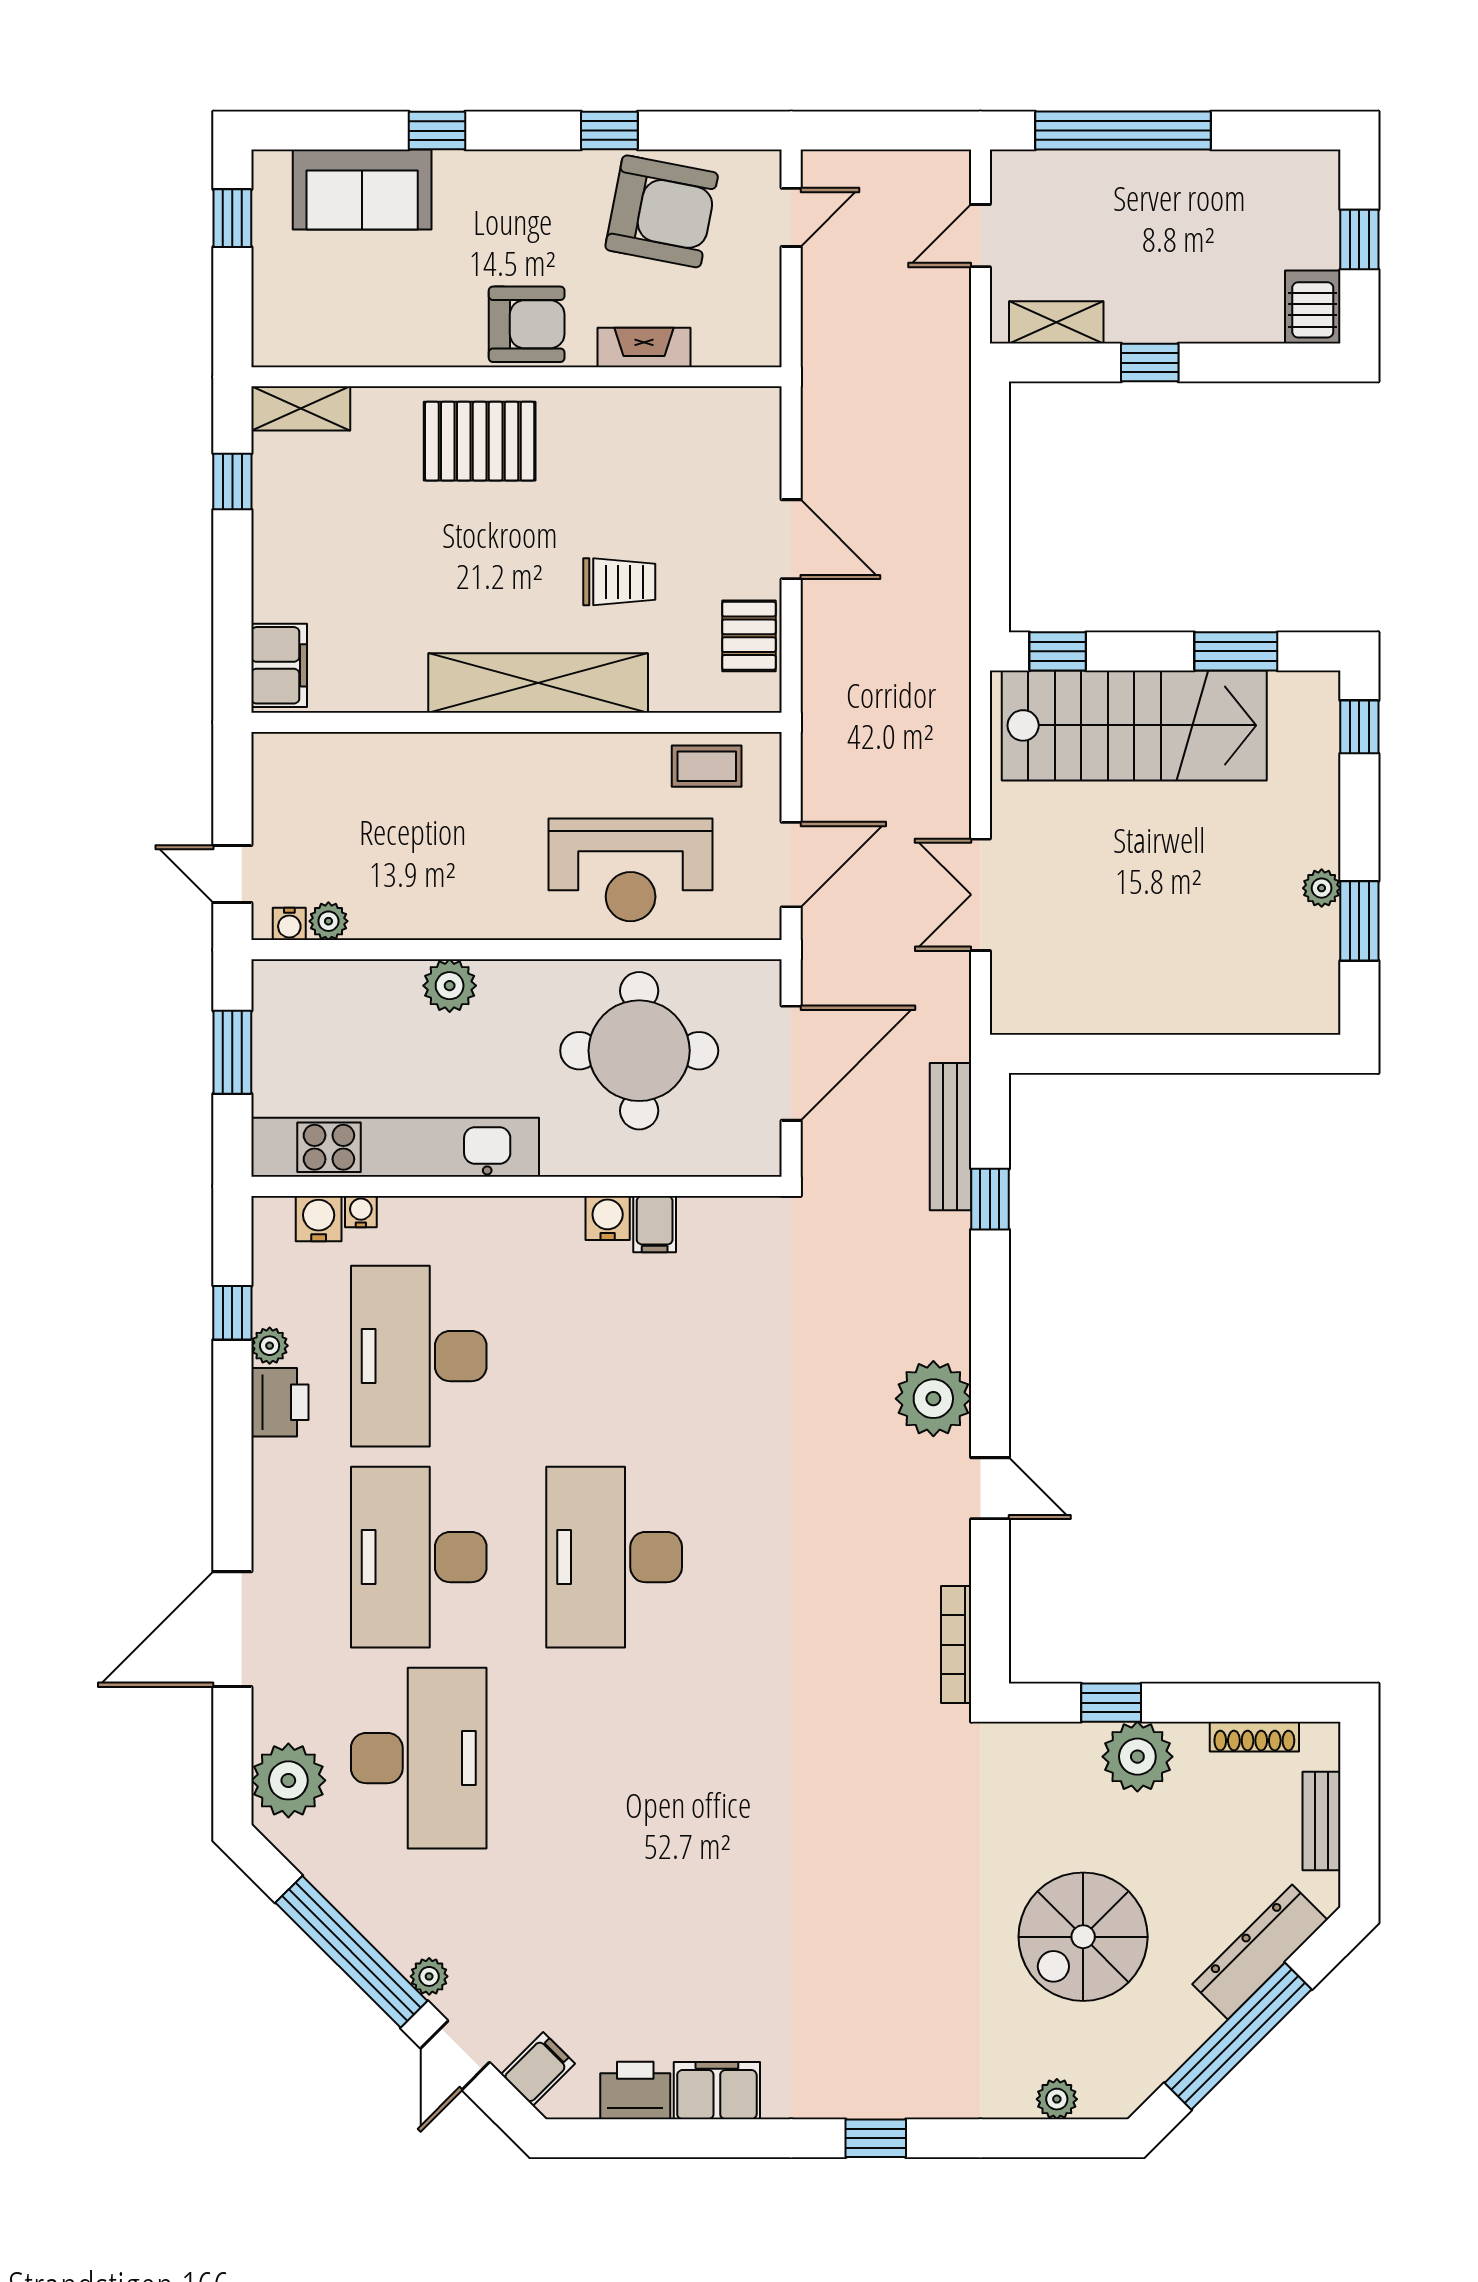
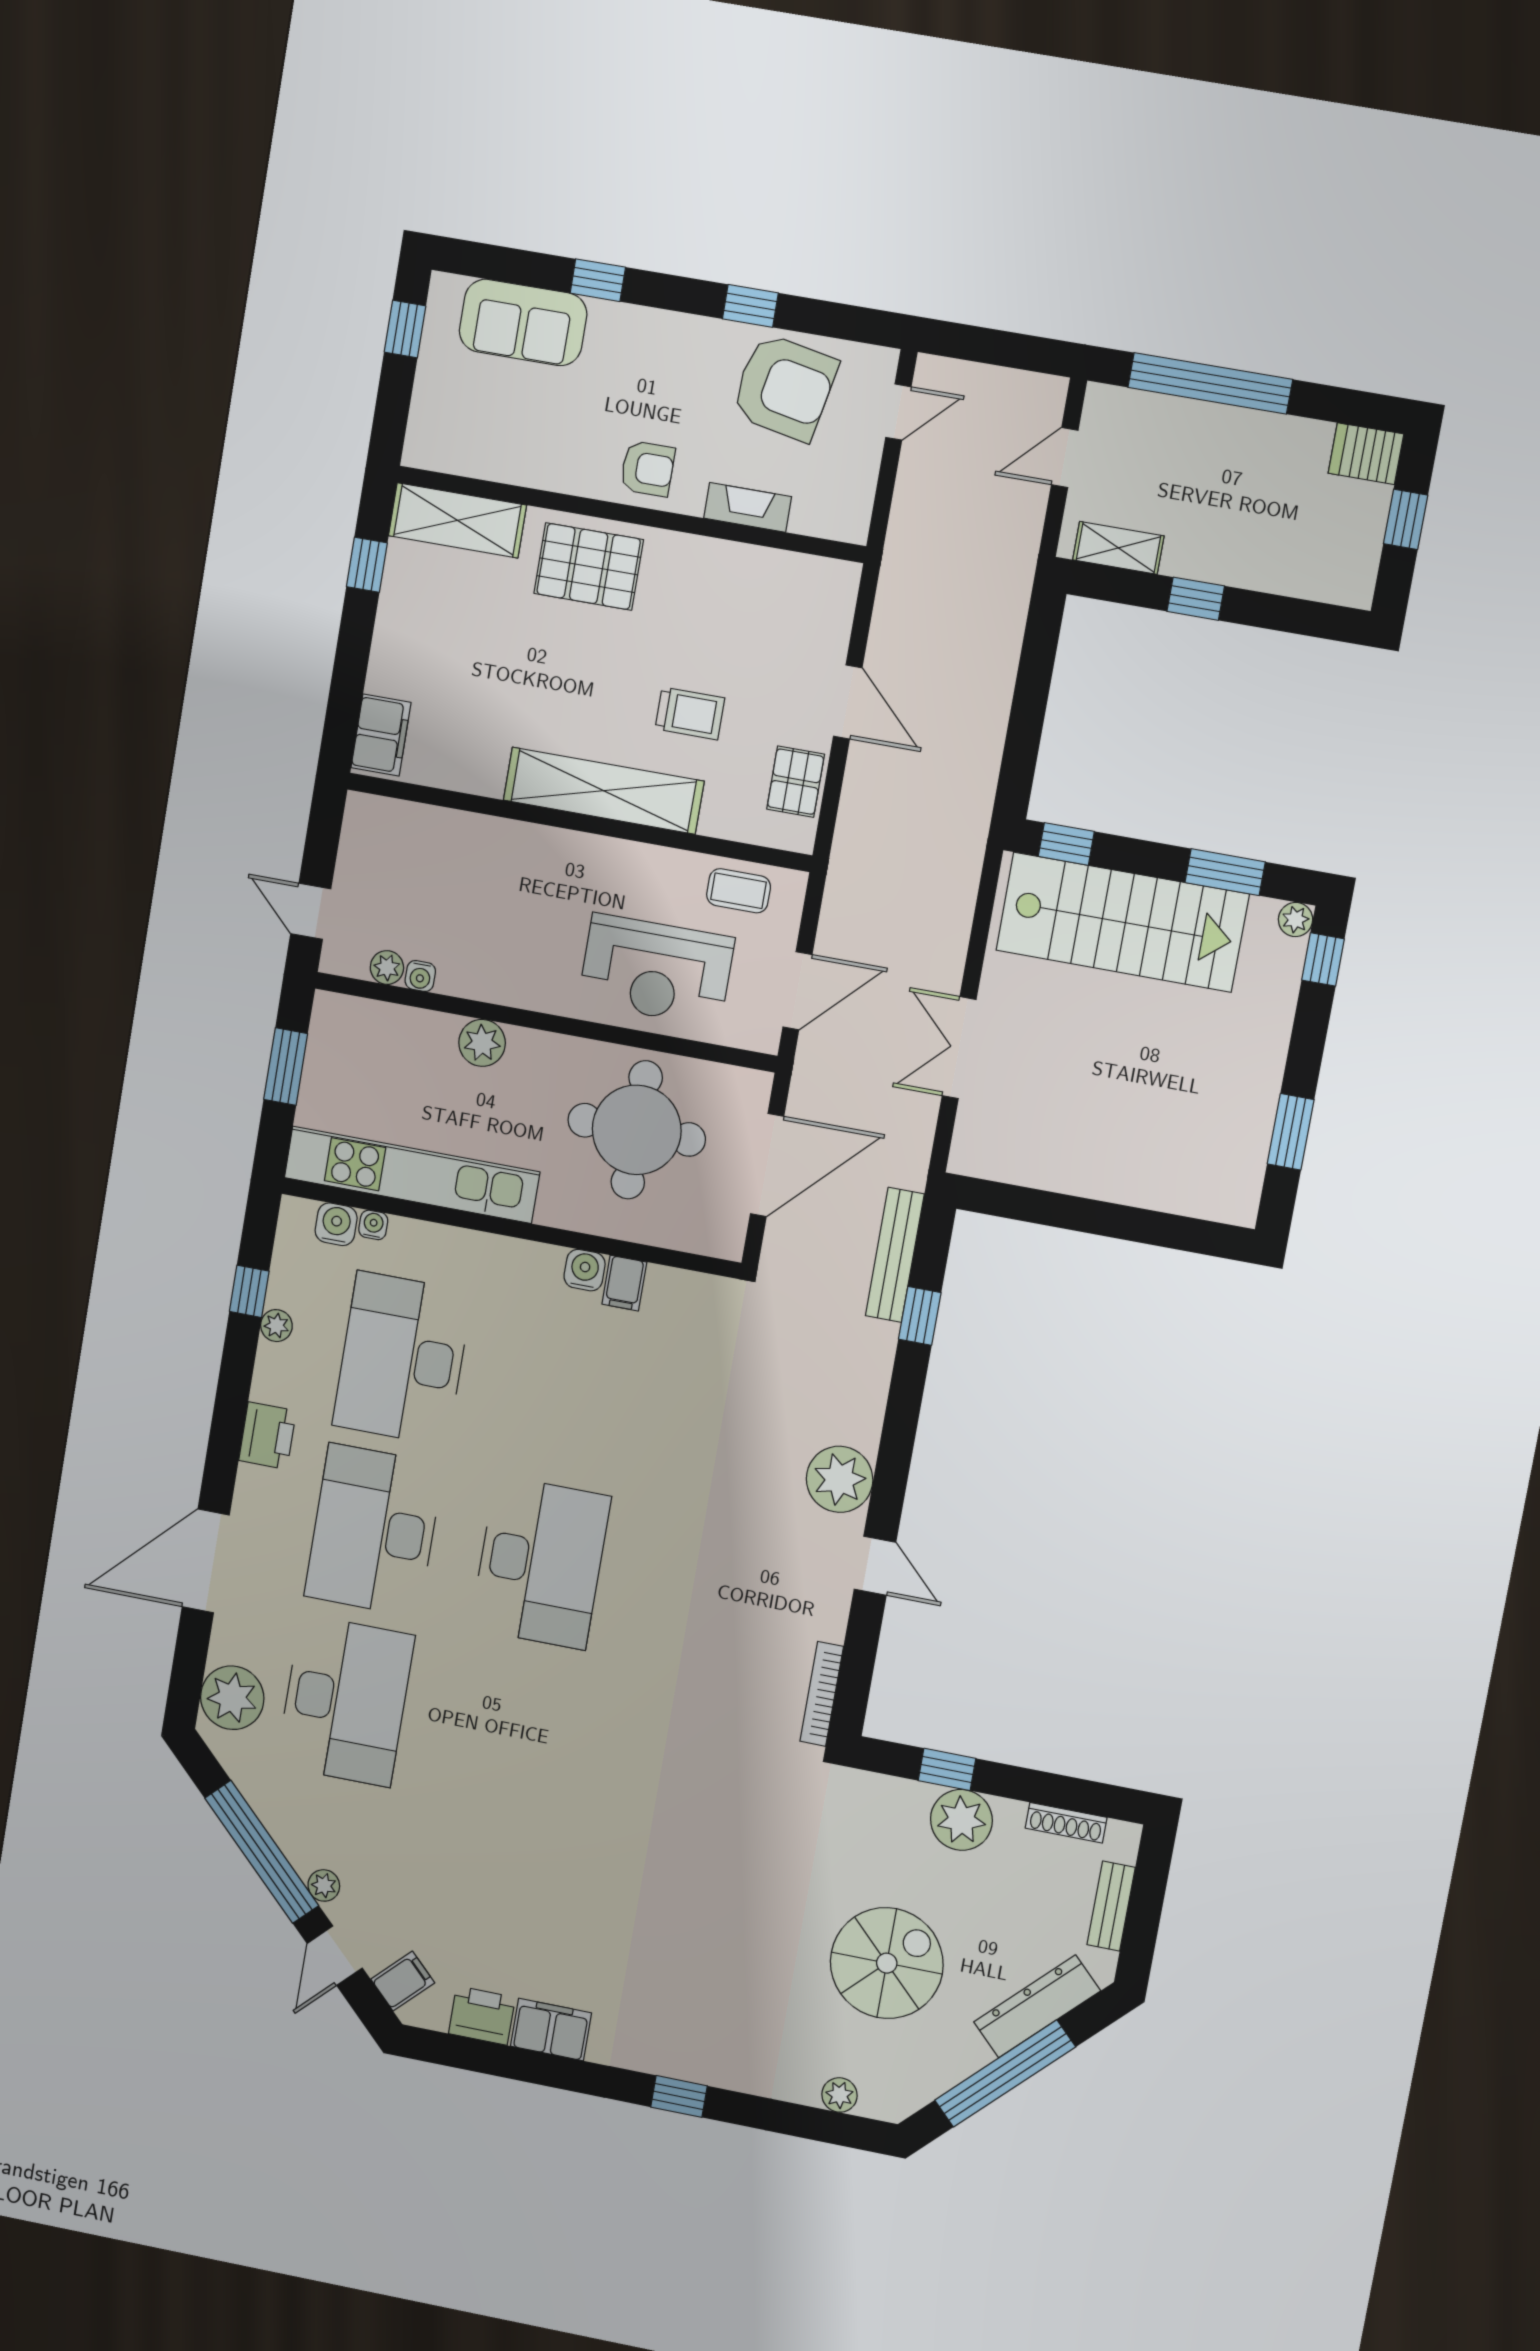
server rack: (1313, 307) -> (1366, 454), moved, turned -90
armchair: (527, 324) -> (648, 469), width x0.72, depth x0.72
shelving: (301, 408) -> (457, 520), width x1.50, depth x1.33
plant: (1322, 888) -> (1296, 920), moved
water cooler: (289, 924) -> (420, 976), moved
printer: (280, 1402) -> (267, 1436), moved
desk: (614, 1557) -> (541, 1562), turned 180
spiral stairs: (1083, 1937) -> (887, 1963), turned 180

